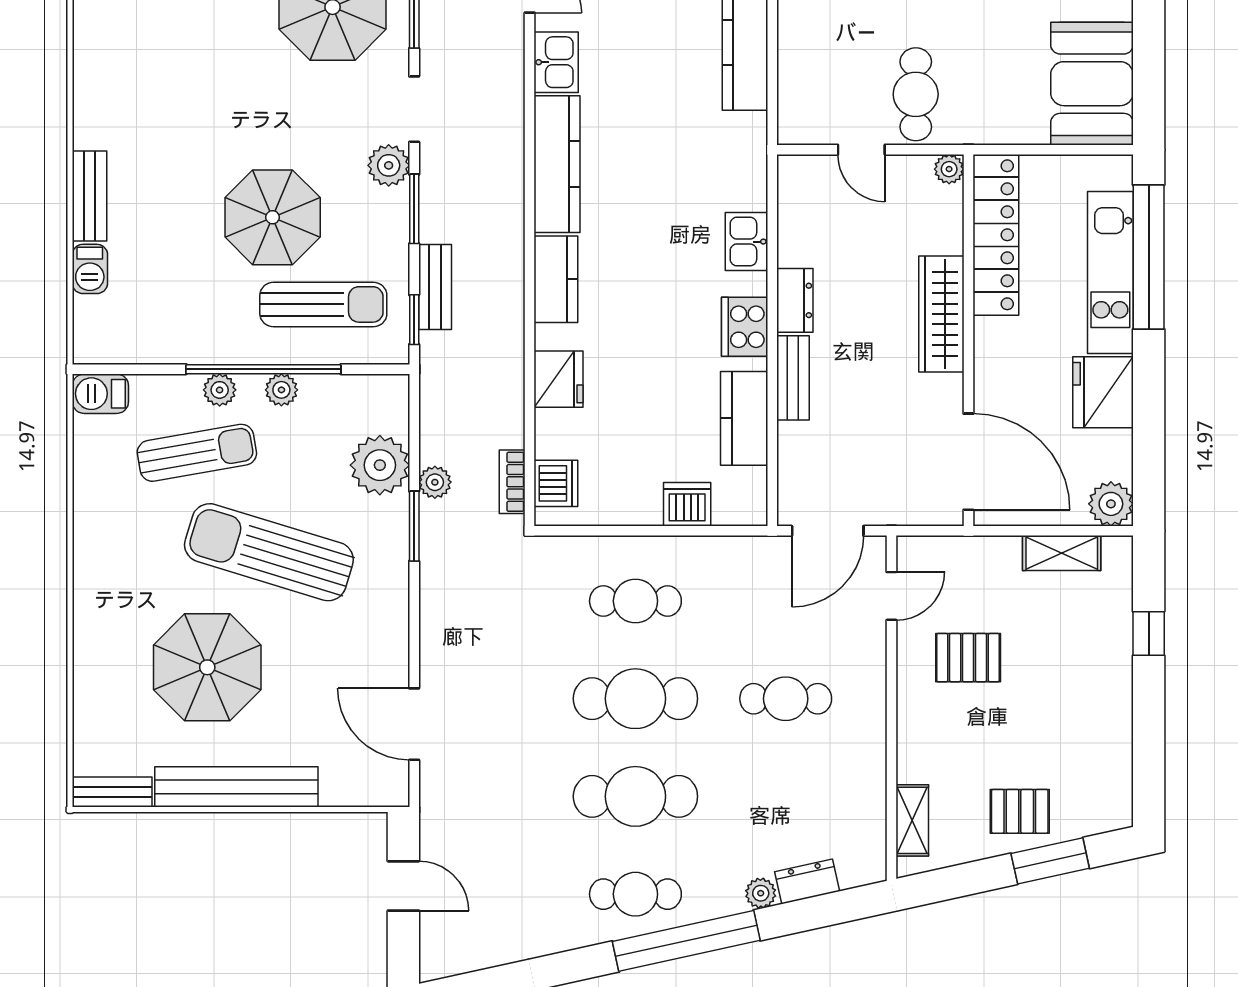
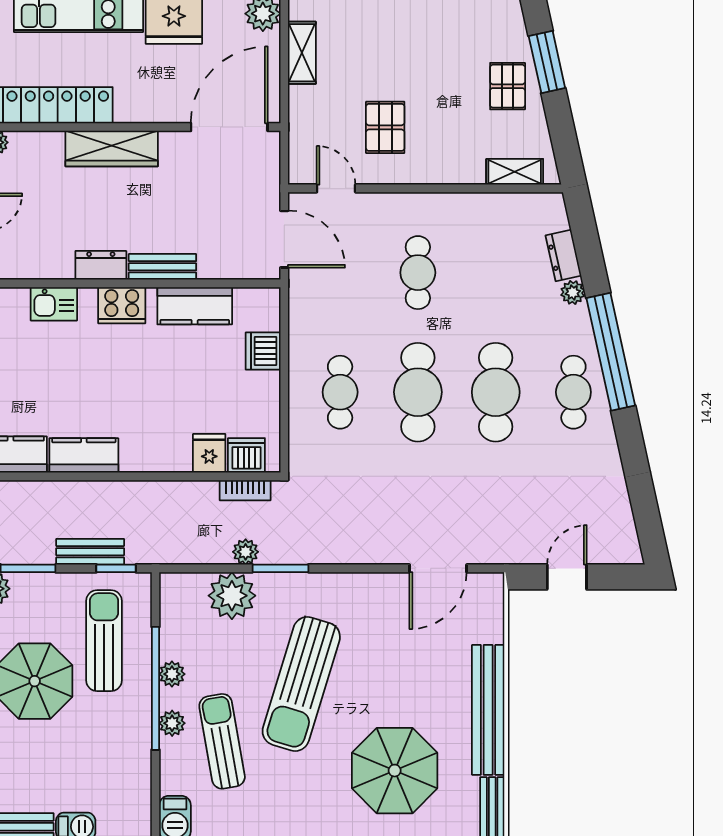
fridge: (559, 379) -> (209, 453), moved, width x0.72
parasol: (207, 667) -> (395, 771), moved

